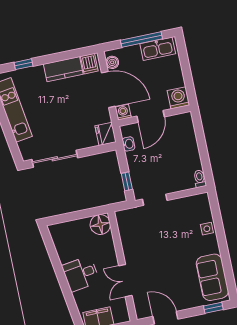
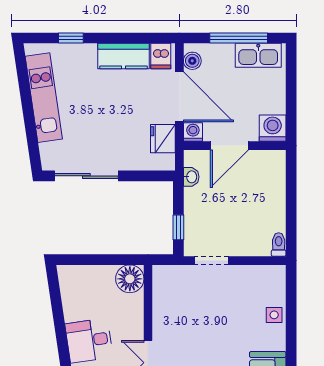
fridge: (106, 134) -> (163, 139), moved

